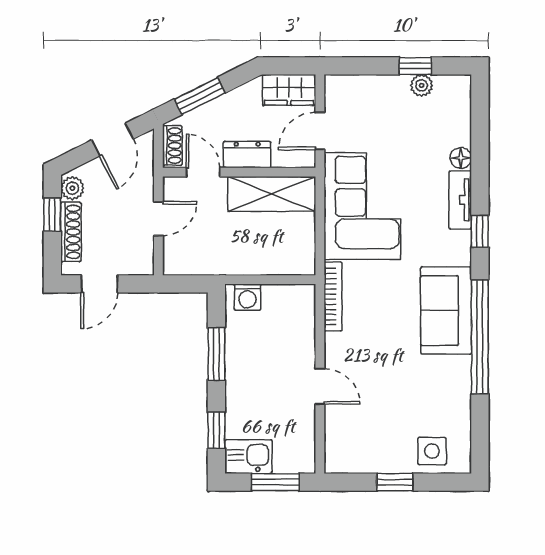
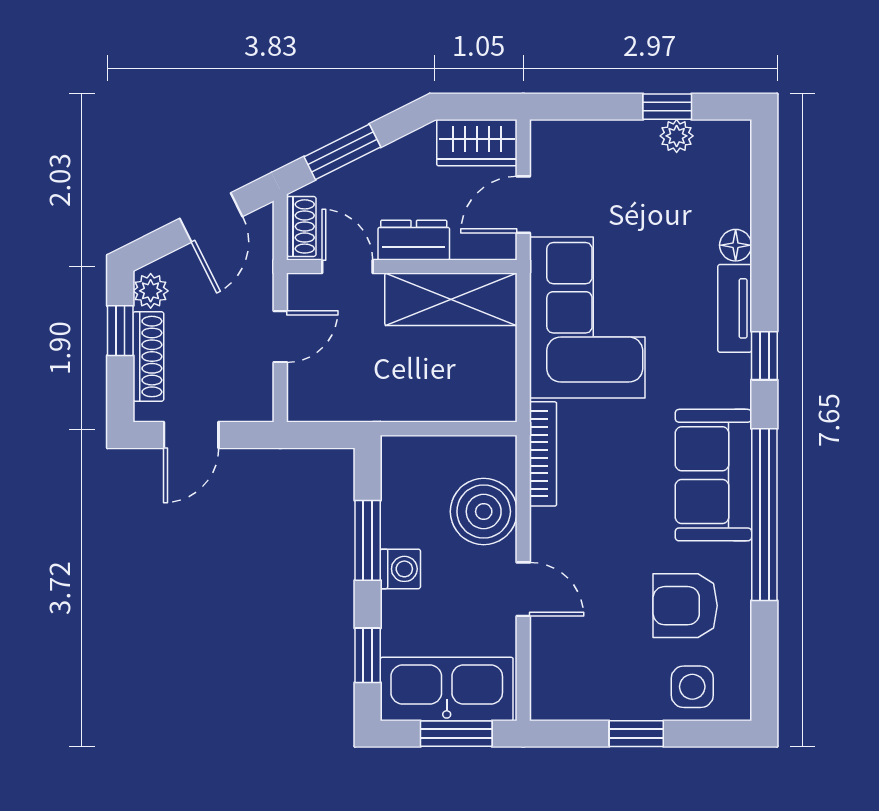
washing machine: (248, 297) -> (400, 569), moved, turned -90
boiler: (294, 335) -> (484, 512), added
armchair: (427, 397) -> (685, 606), added
kitchen sink: (248, 457) -> (447, 689), width x1.87, depth x1.24

